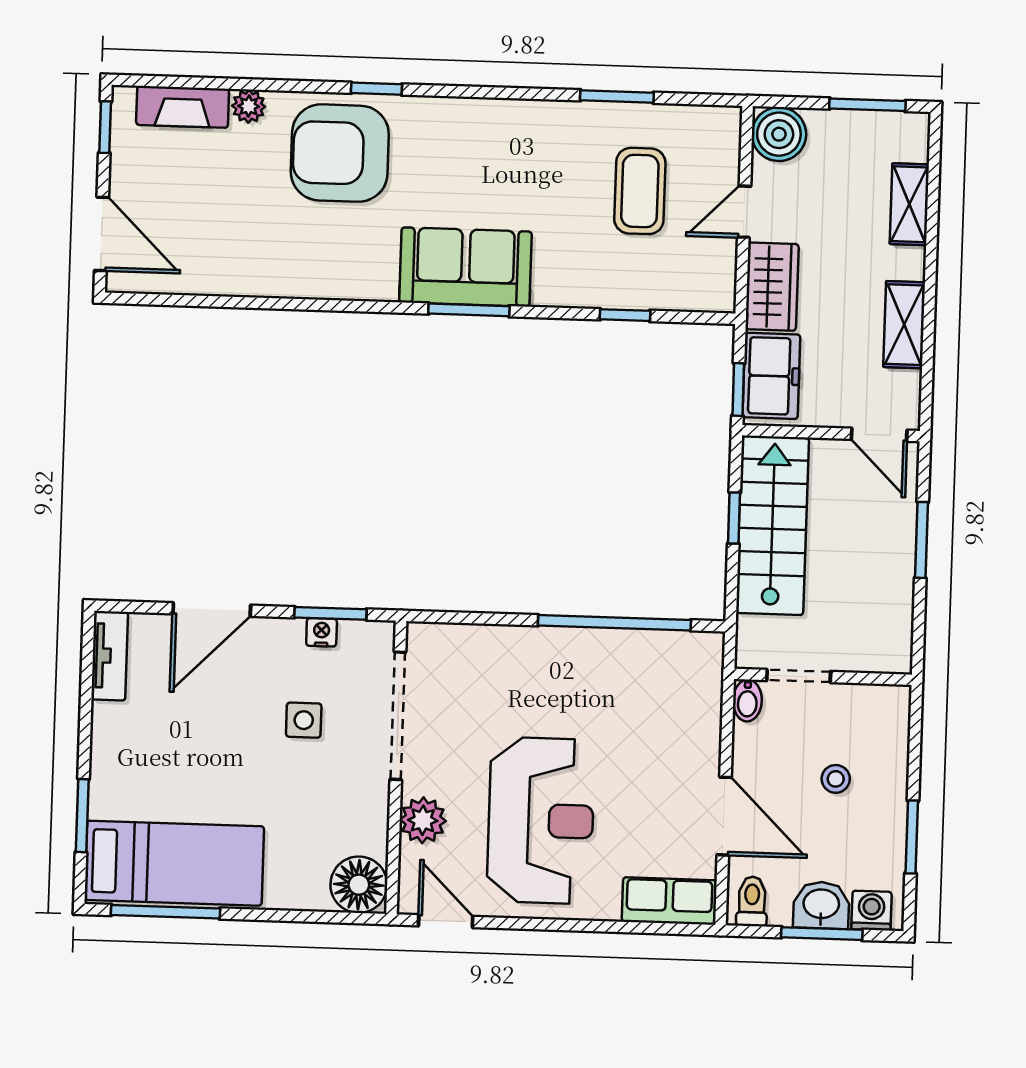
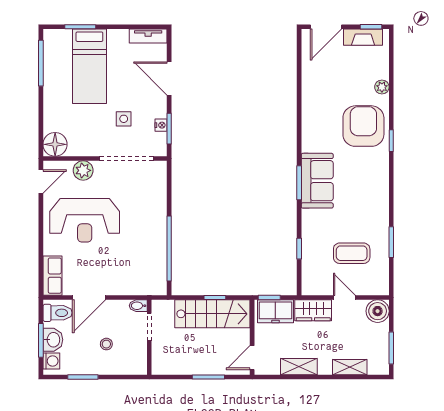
fireplace: (183, 107) -> (363, 37), moved, turned -90
bed: (174, 863) -> (89, 66), moved
toilet: (752, 901) -> (58, 313), width x1.37, depth x1.39

